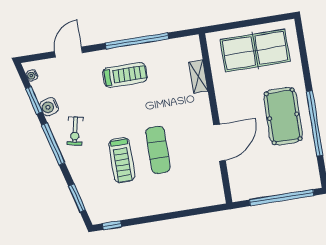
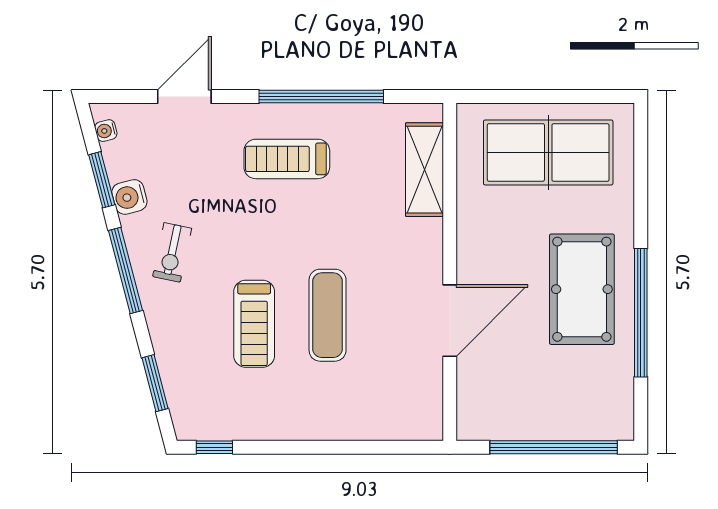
treadmill: (125, 75) -> (287, 159), turned 180
shelving: (198, 77) -> (424, 170), width x1.50, depth x1.33

